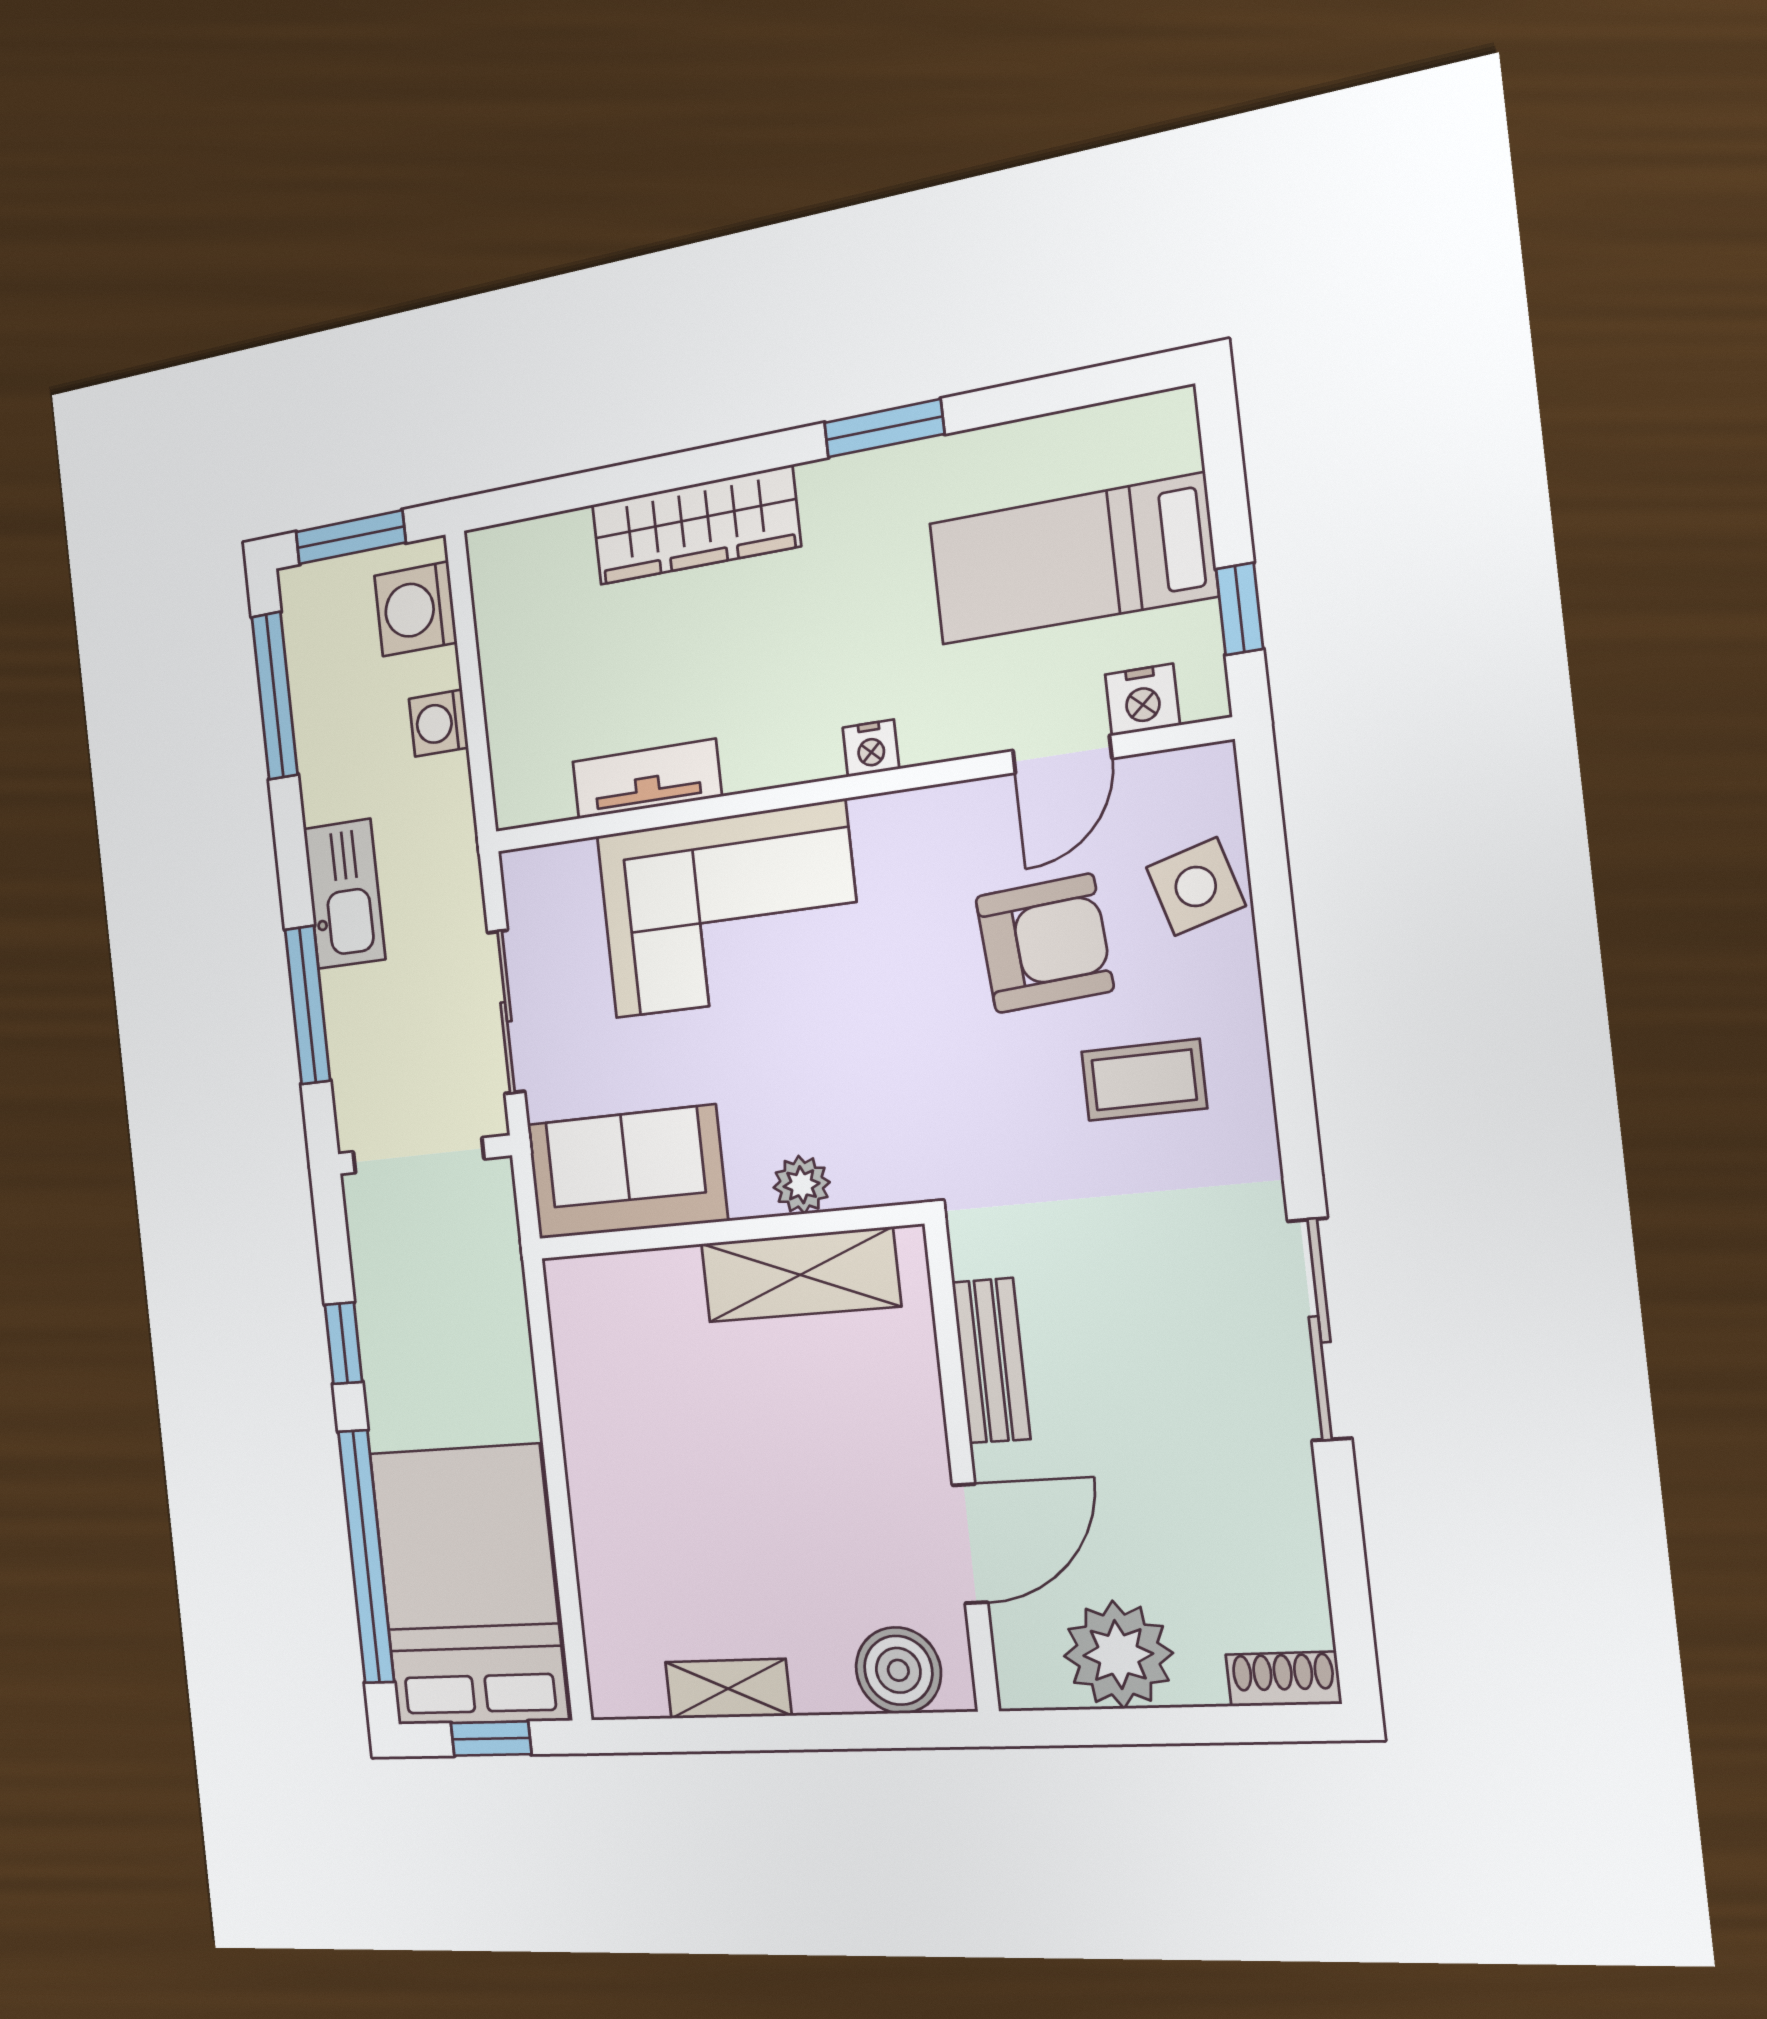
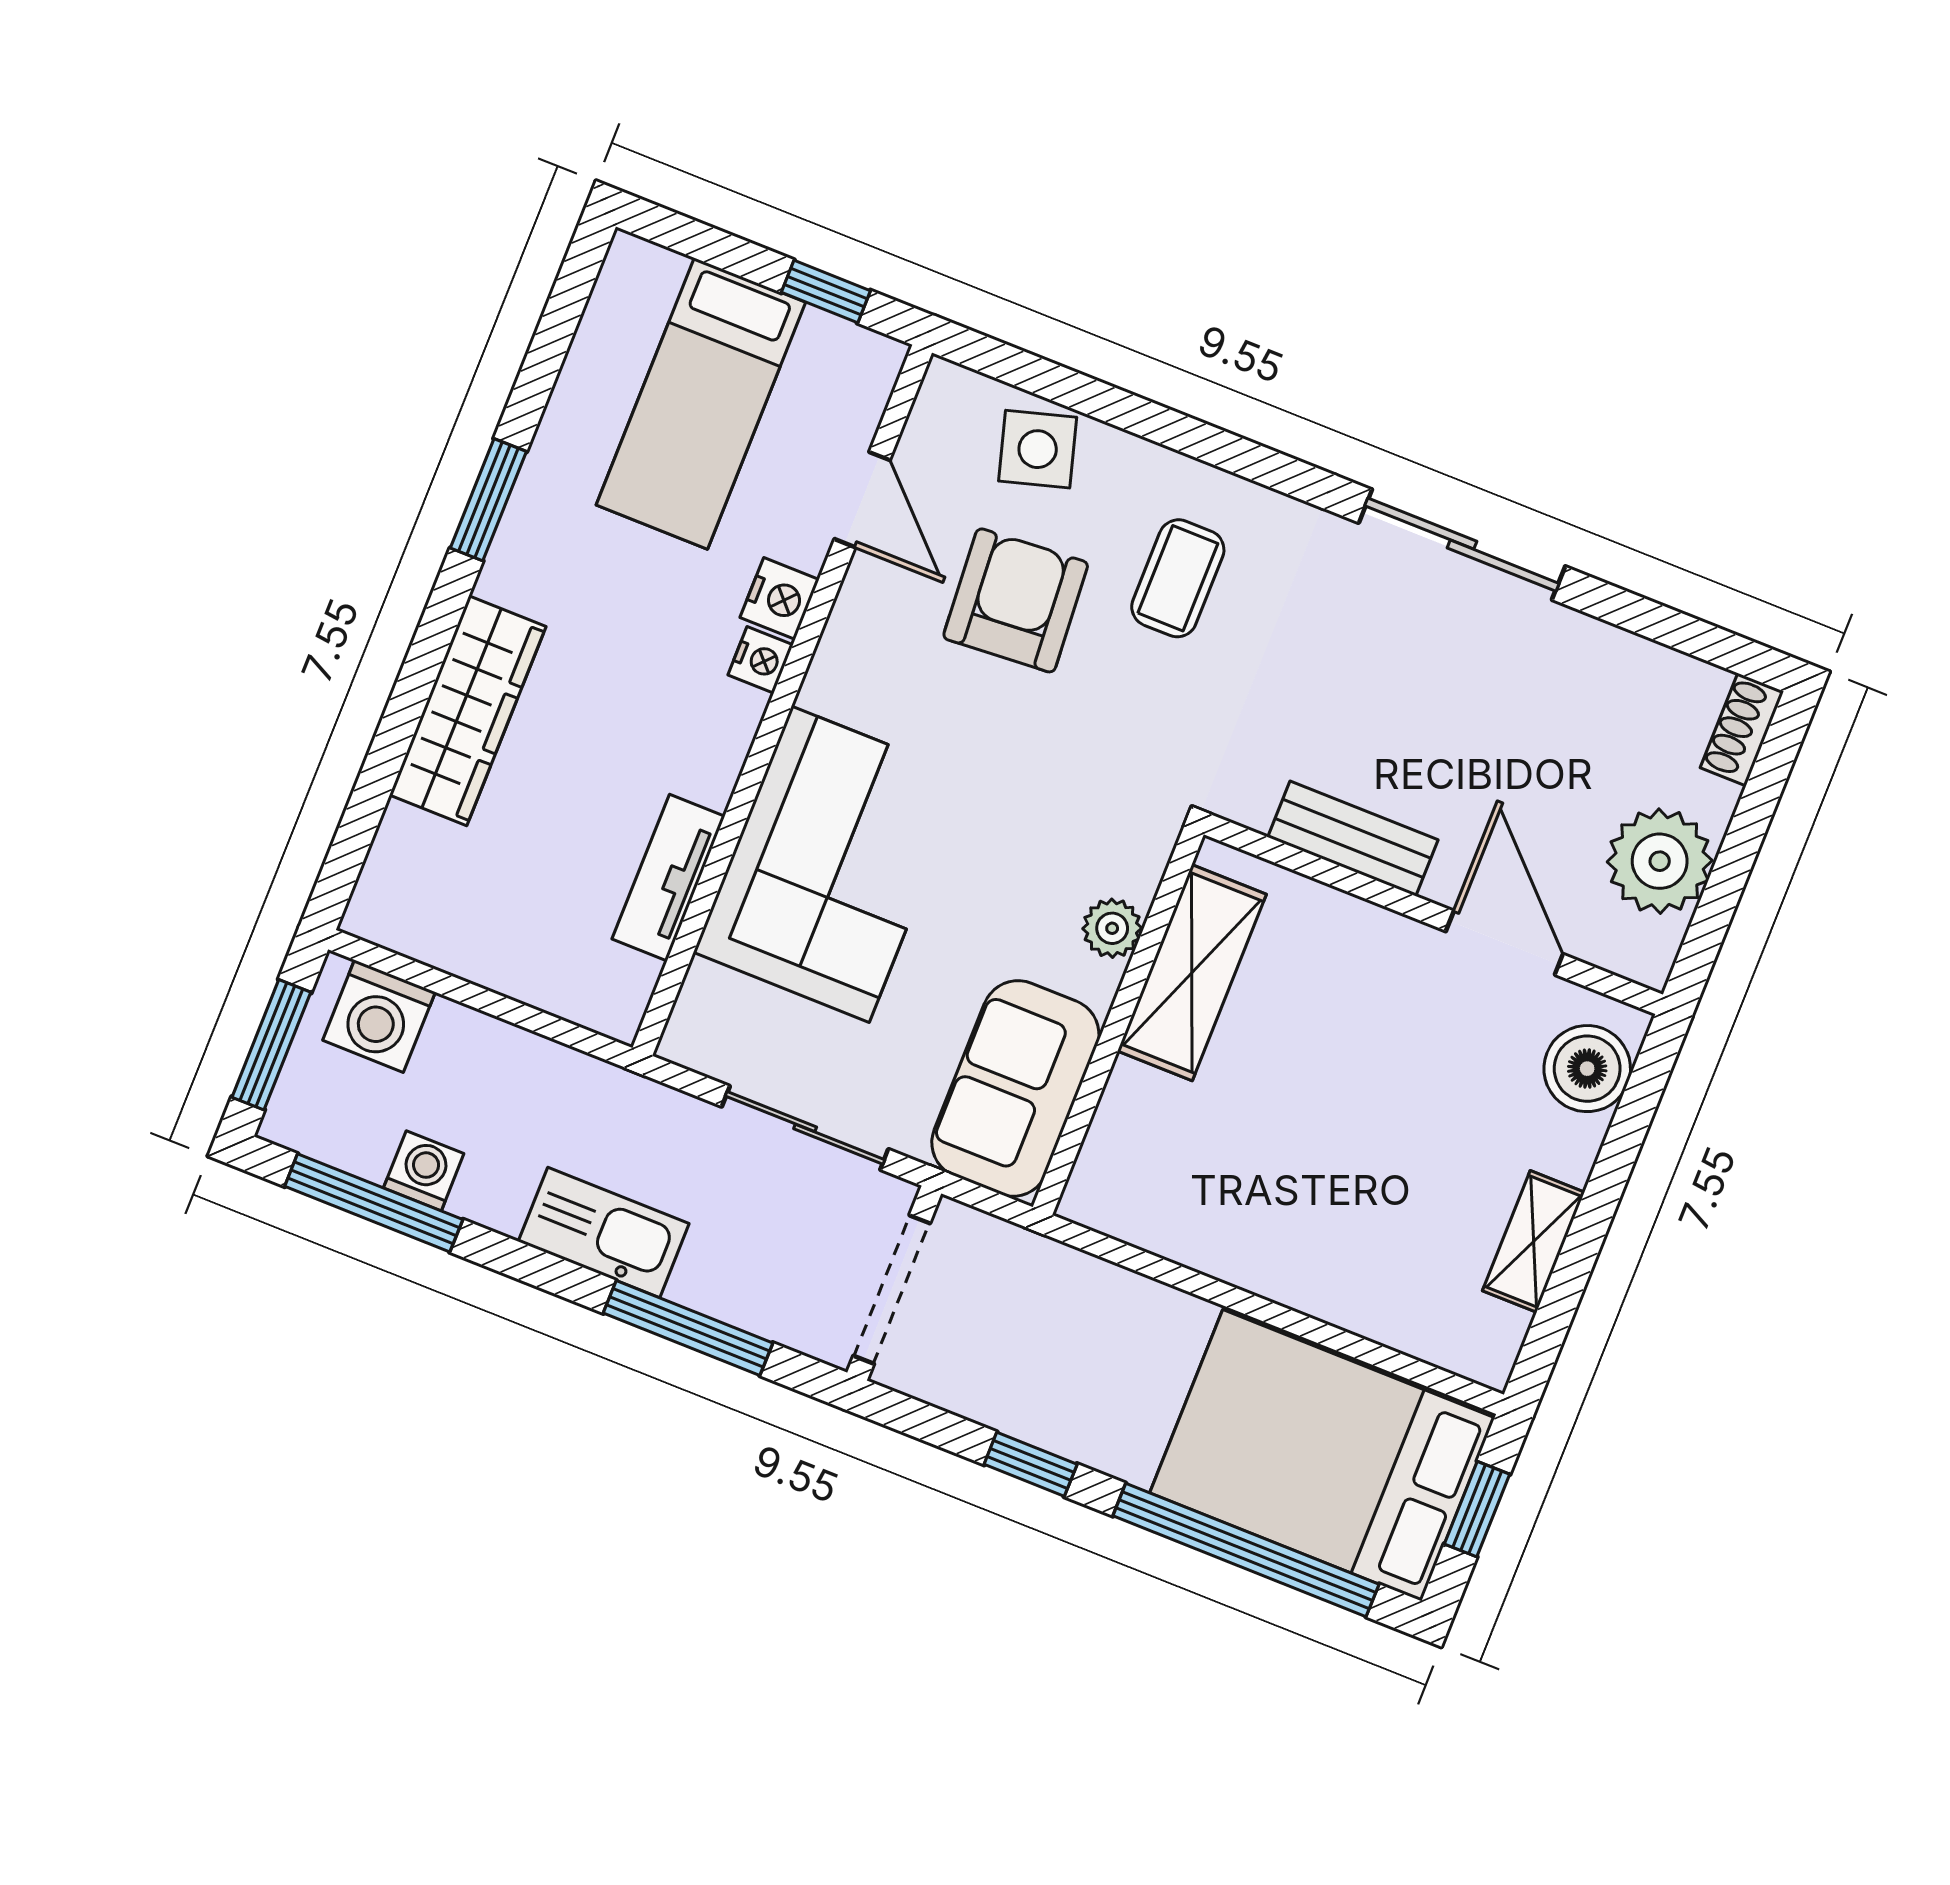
nightstand: (1142, 700) -> (780, 599), moved
washing machine: (439, 723) -> (424, 1171), moved, turned 180

